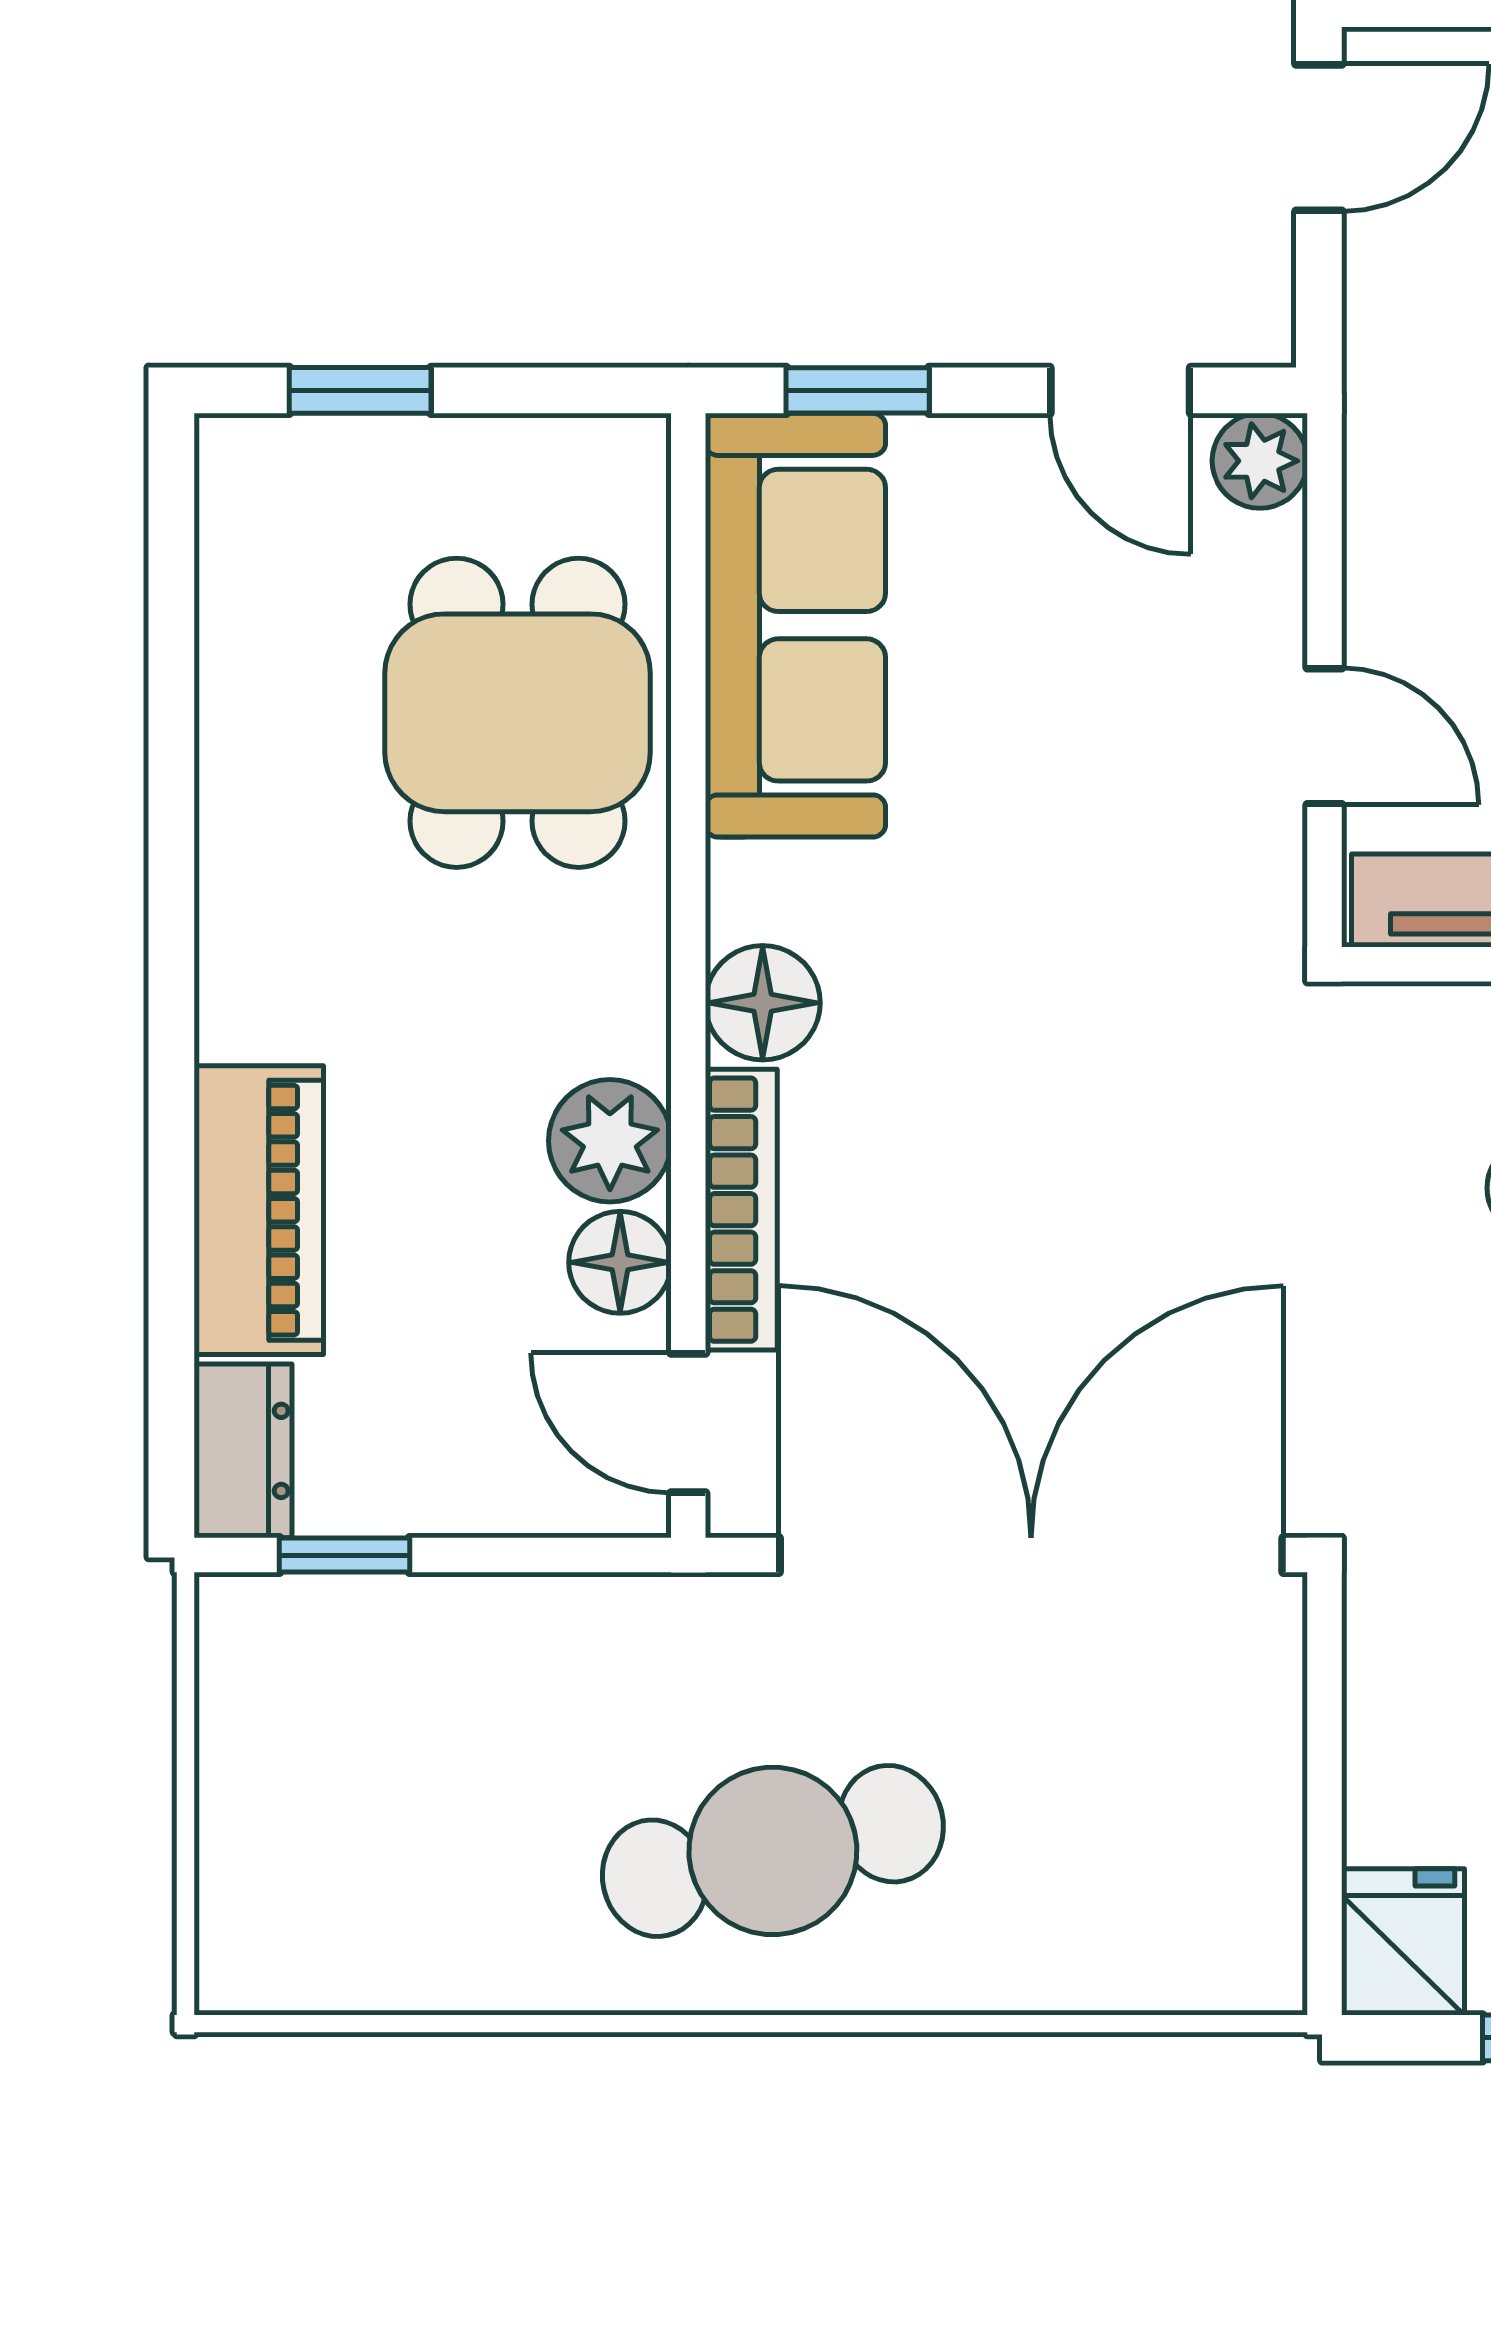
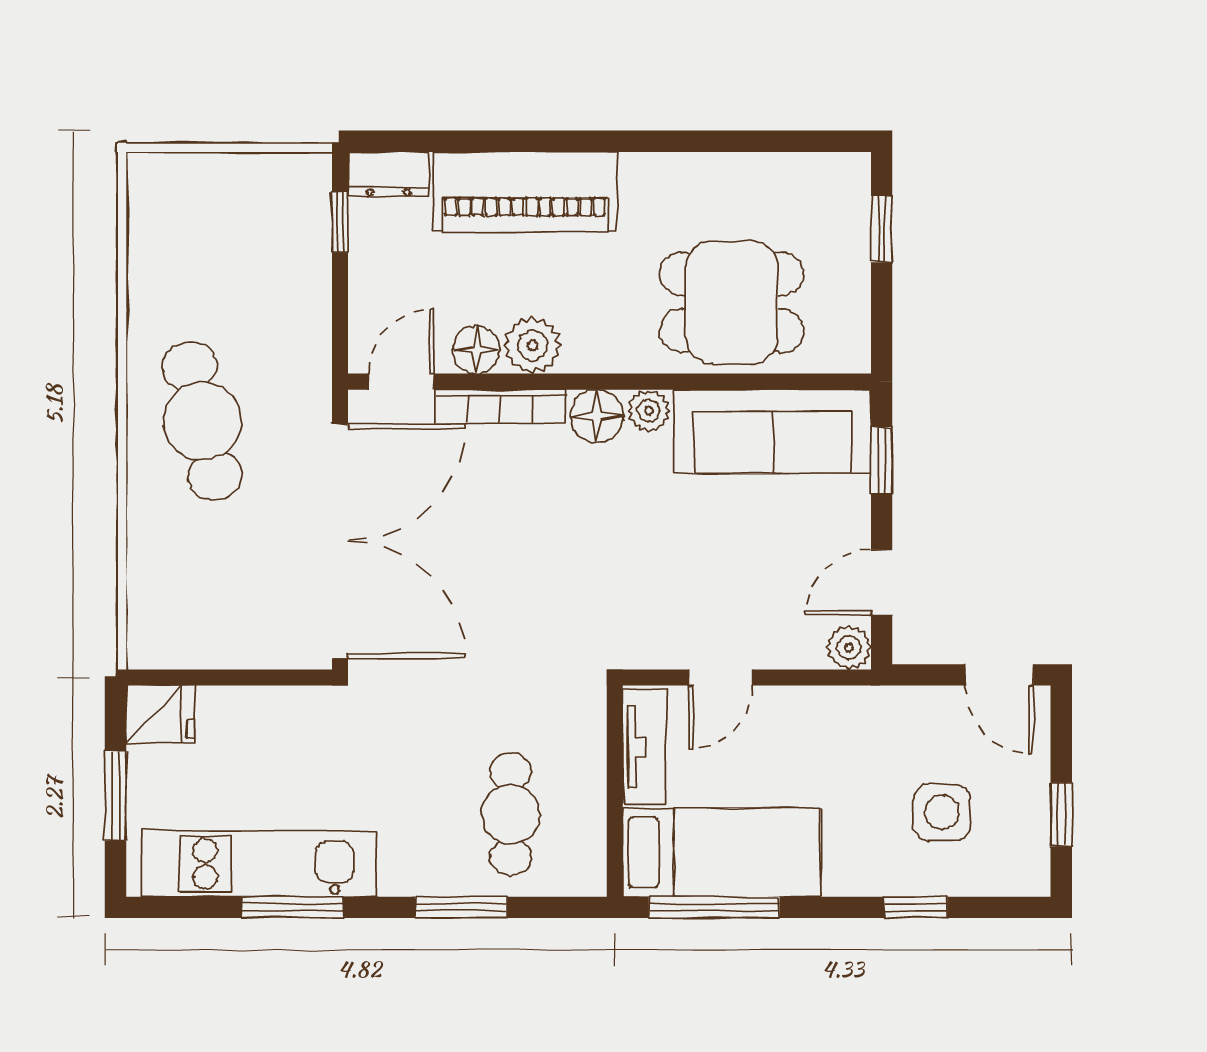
plant: (750, 891) -> (649, 410), added
piano: (259, 1210) -> (525, 192), width x1.37, depth x1.33

